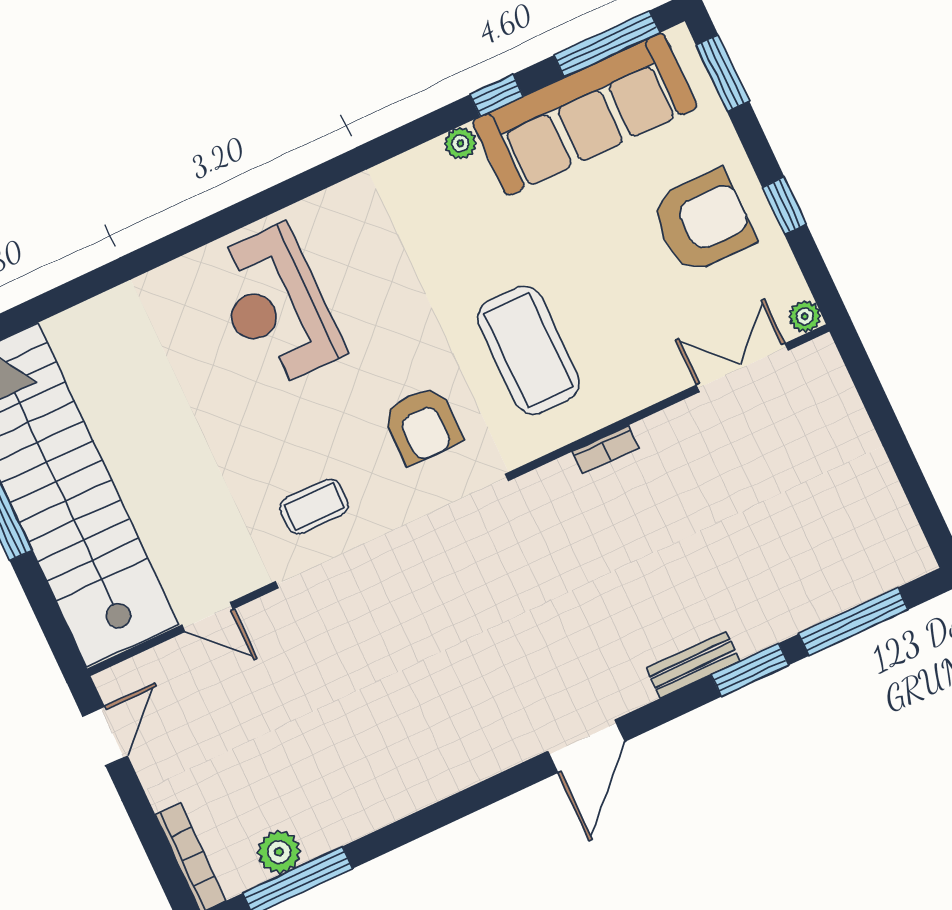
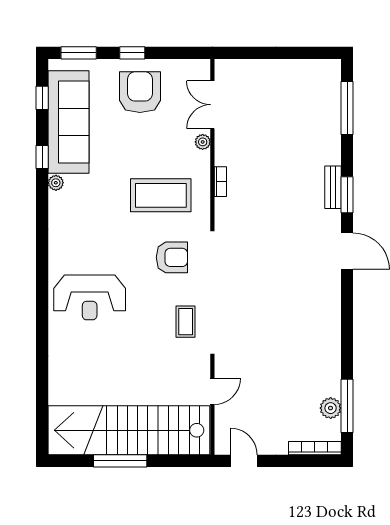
window: (607, 44) -> (42, 98), width x0.46
window: (784, 206) -> (132, 53), moved
plant: (805, 316) -> (203, 142), moved
window: (750, 670) -> (347, 195), moved

